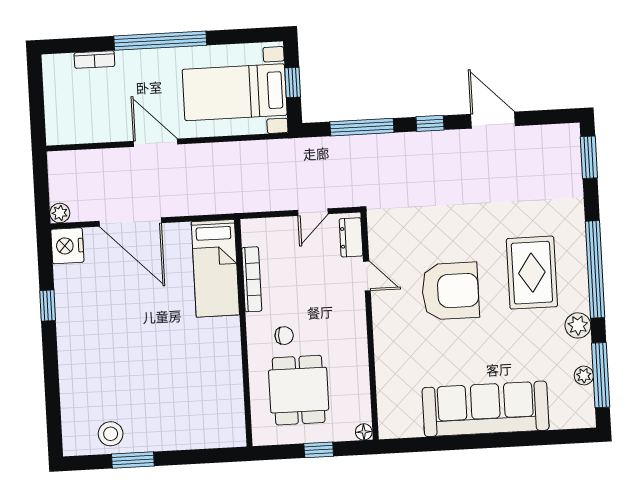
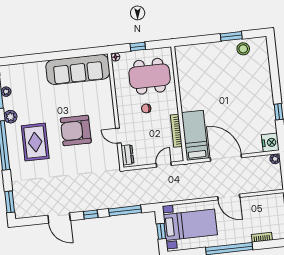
door: (313, 212) -> (164, 165), moved
door: (130, 222) -> (226, 158), moved
chair: (284, 336) -> (146, 108), moved
dining table: (299, 390) -> (150, 76), width x1.38
sofa: (486, 409) -> (78, 69), moved

